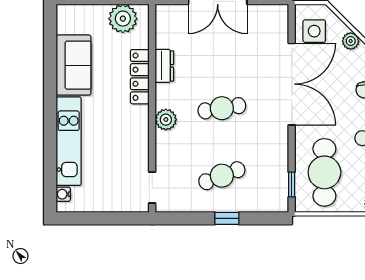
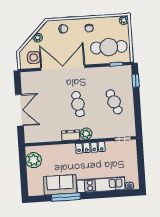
dresser: (164, 66) -> (71, 135), moved
window: (50, 74) -> (66, 197), added
locker: (140, 77) -> (90, 147), moved
window: (227, 218) -> (136, 81), moved

